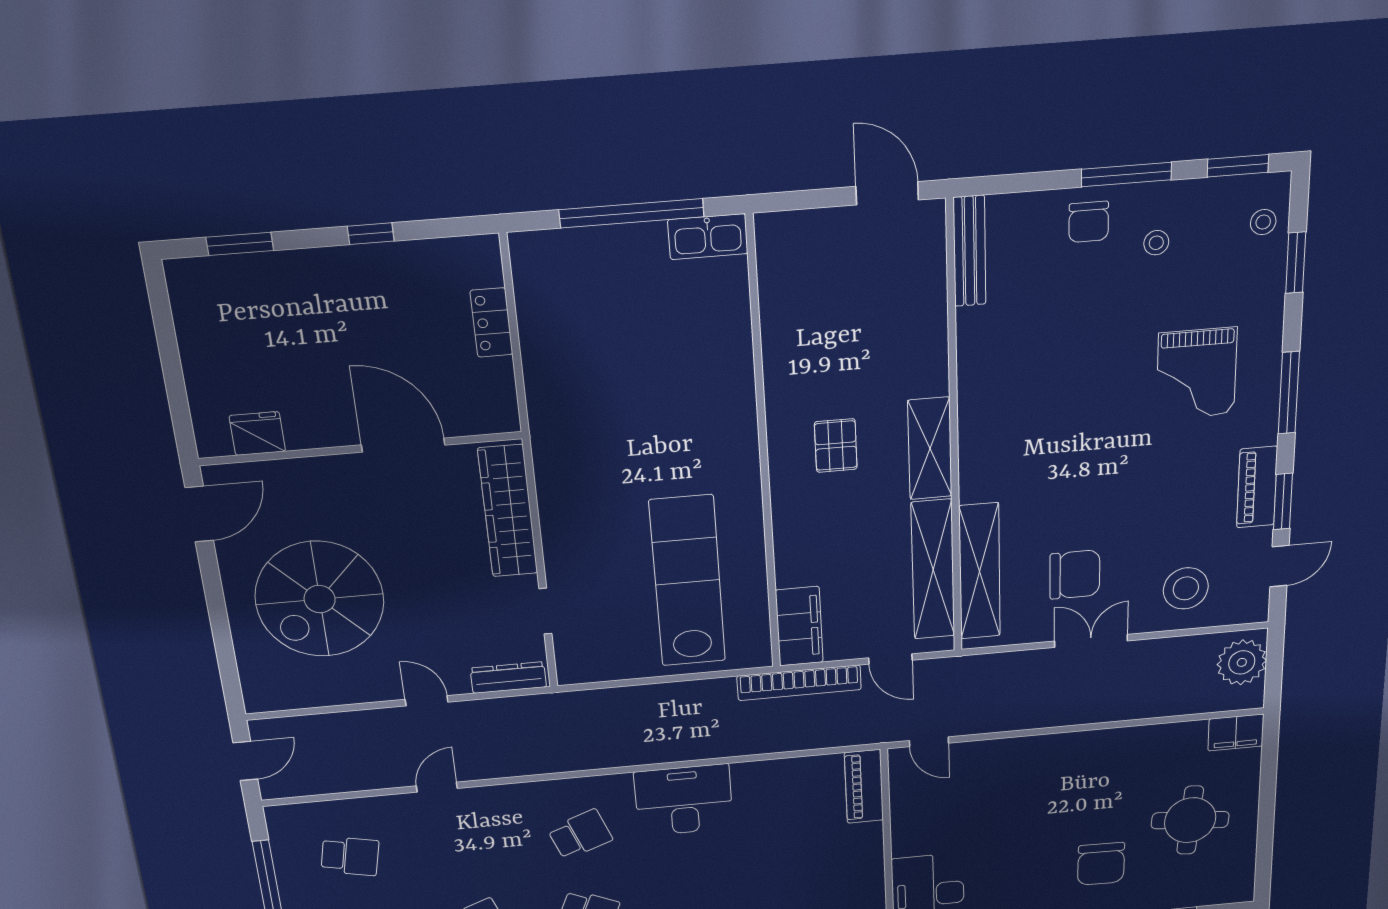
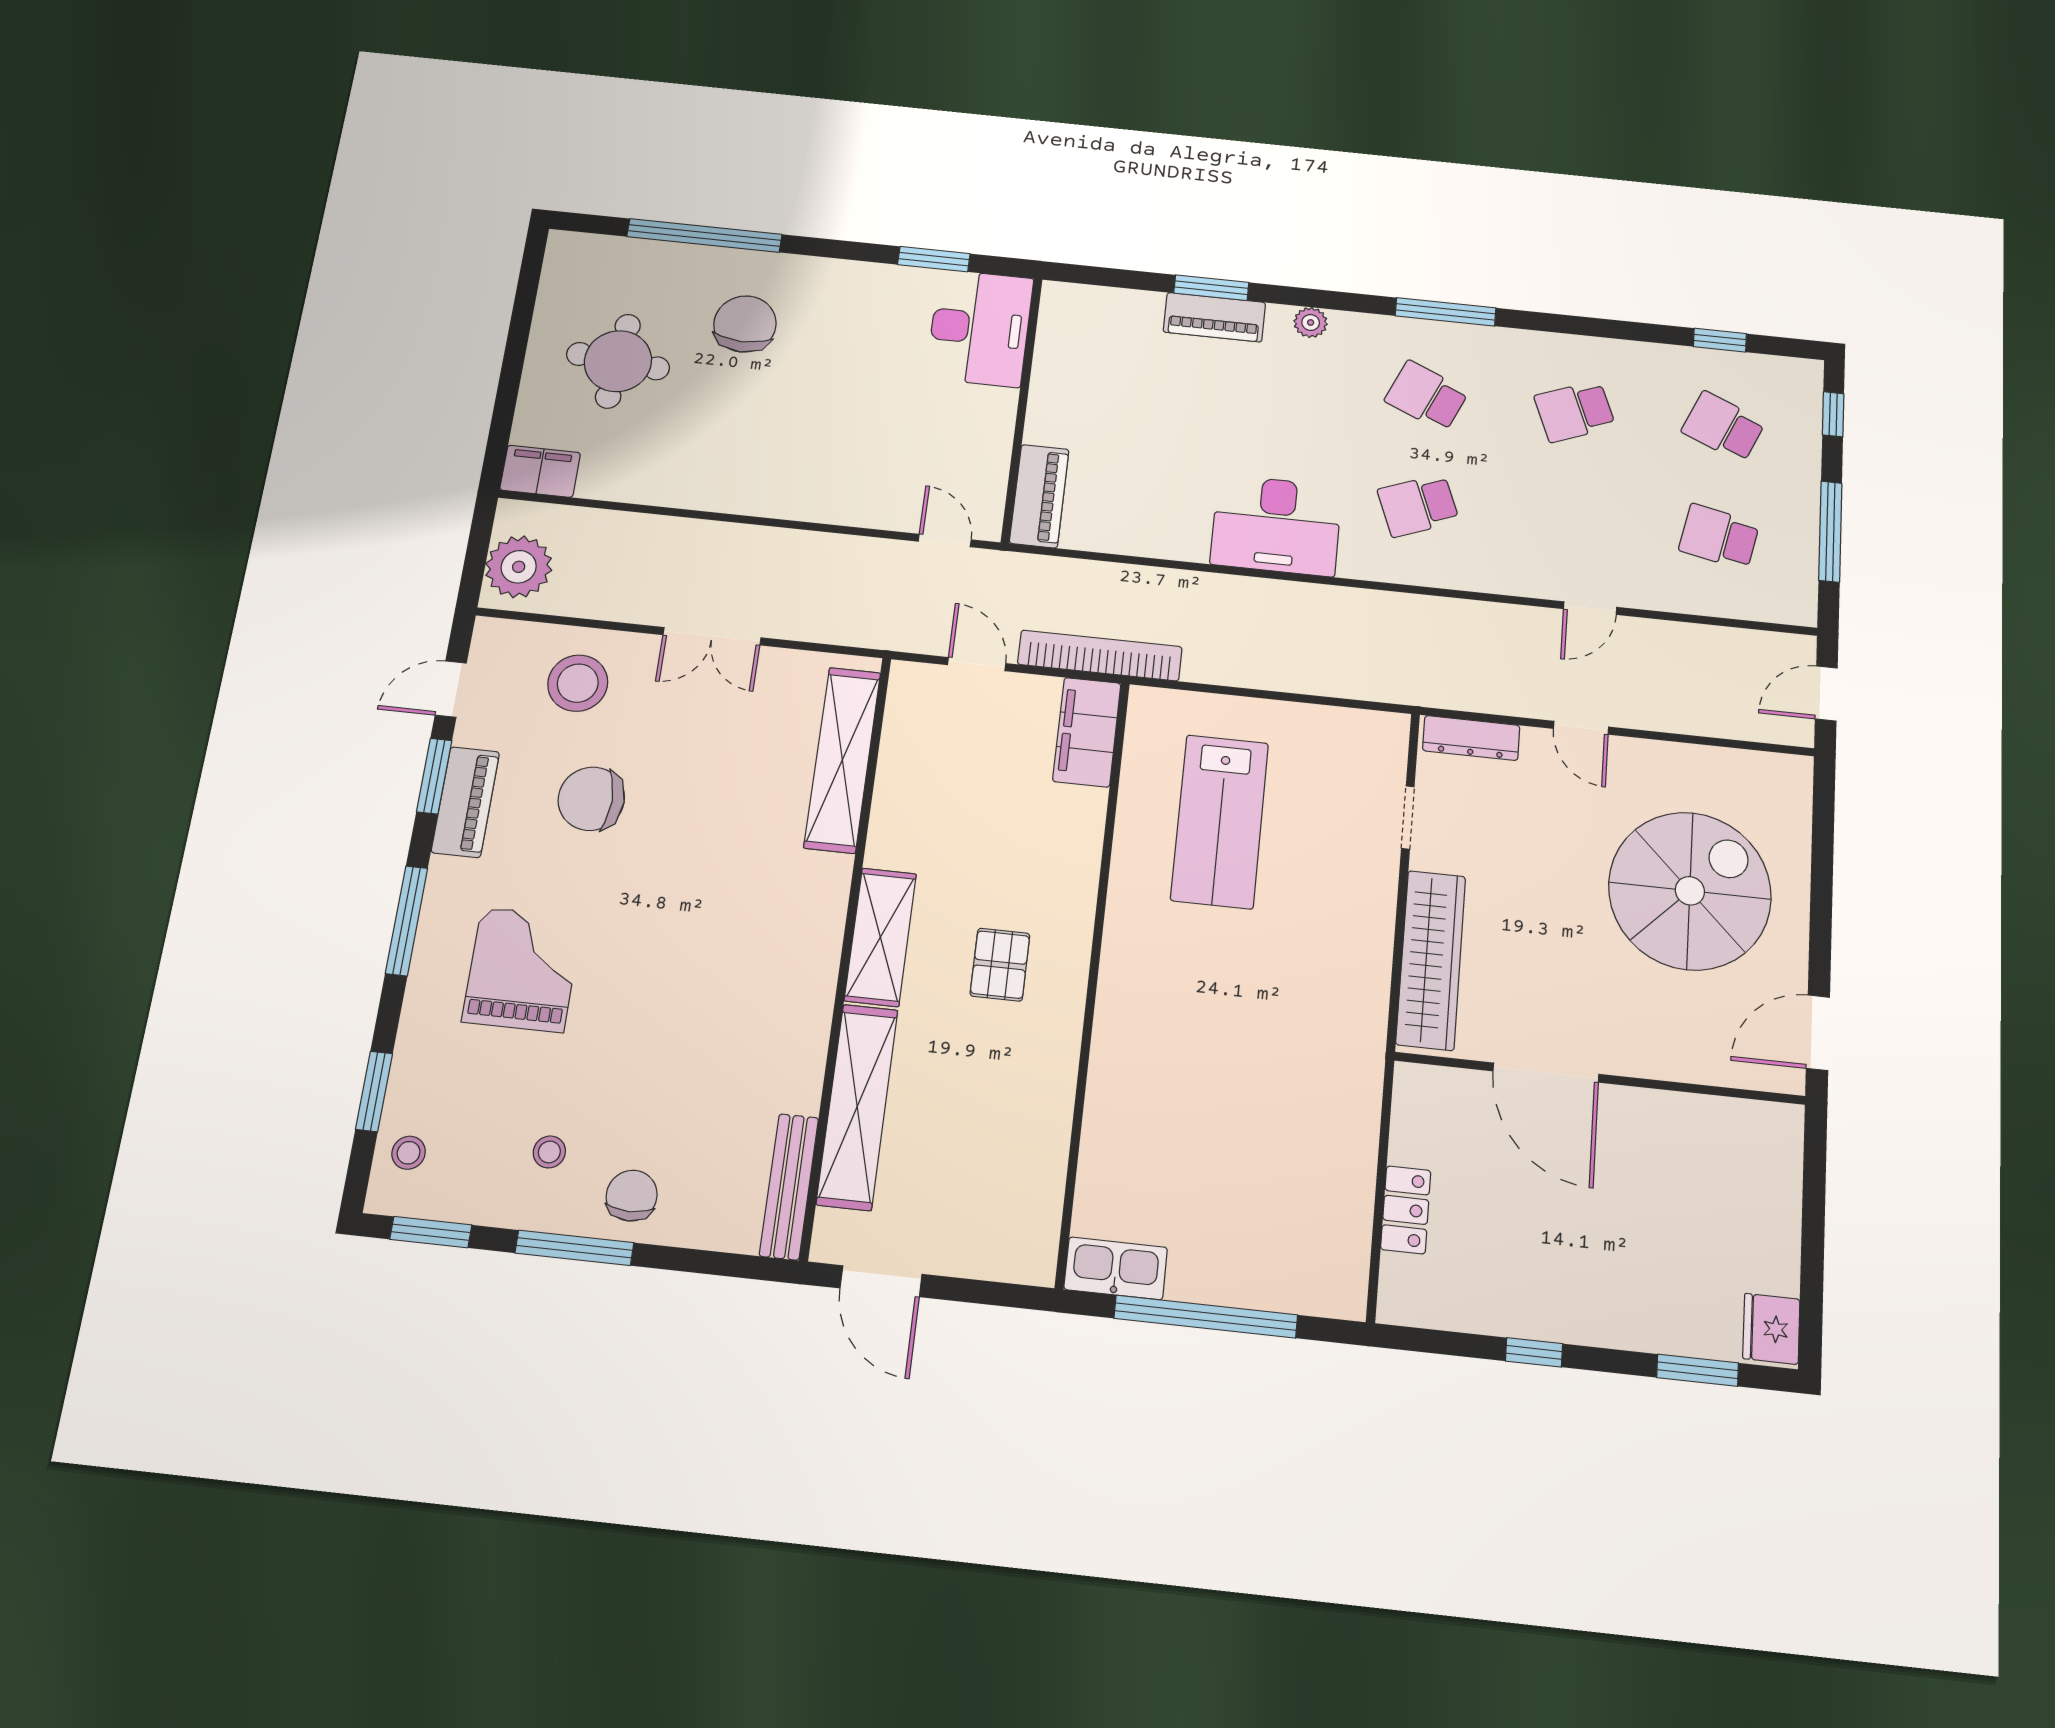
fridge: (257, 434) -> (1771, 1329), moved, turned 90
shelving: (933, 570) -> (857, 1107), moved
chair: (1075, 575) -> (591, 799), moved
lab bench: (688, 581) -> (1220, 821), width x0.73

